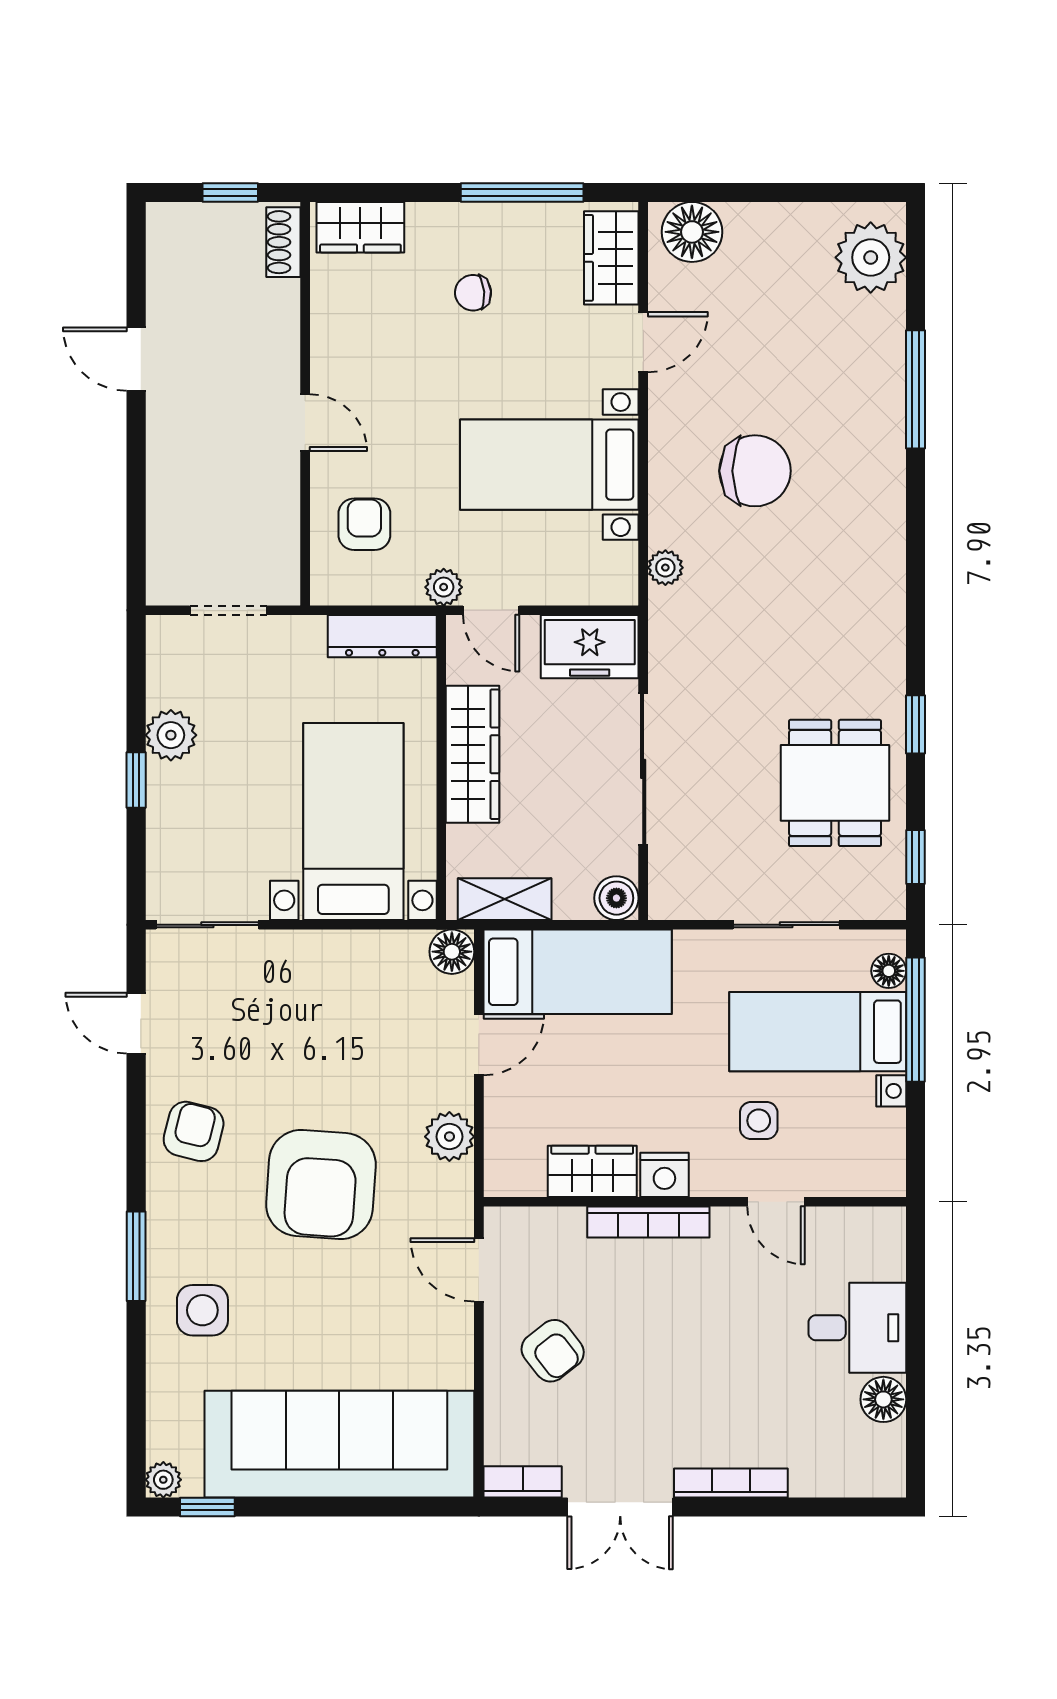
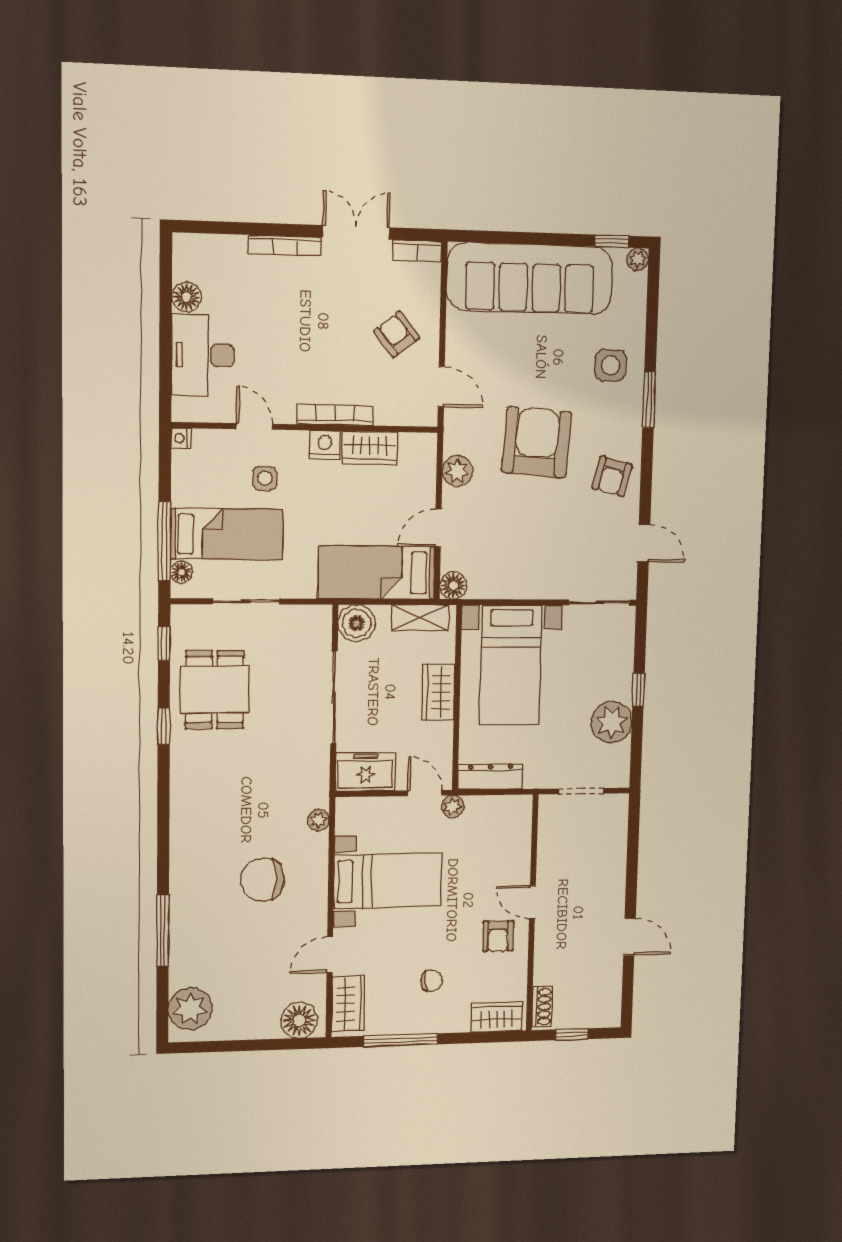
armchair: (364, 524) -> (498, 936), moved
plant: (171, 735) -> (612, 722), width x1.36, depth x1.36
wardrobe: (473, 754) -> (438, 692), width x0.67
boiler: (616, 898) -> (357, 623), width x1.36, depth x1.36
nightstand: (891, 1091) -> (181, 438), moved
desk: (857, 1328) -> (203, 355), width x1.37

